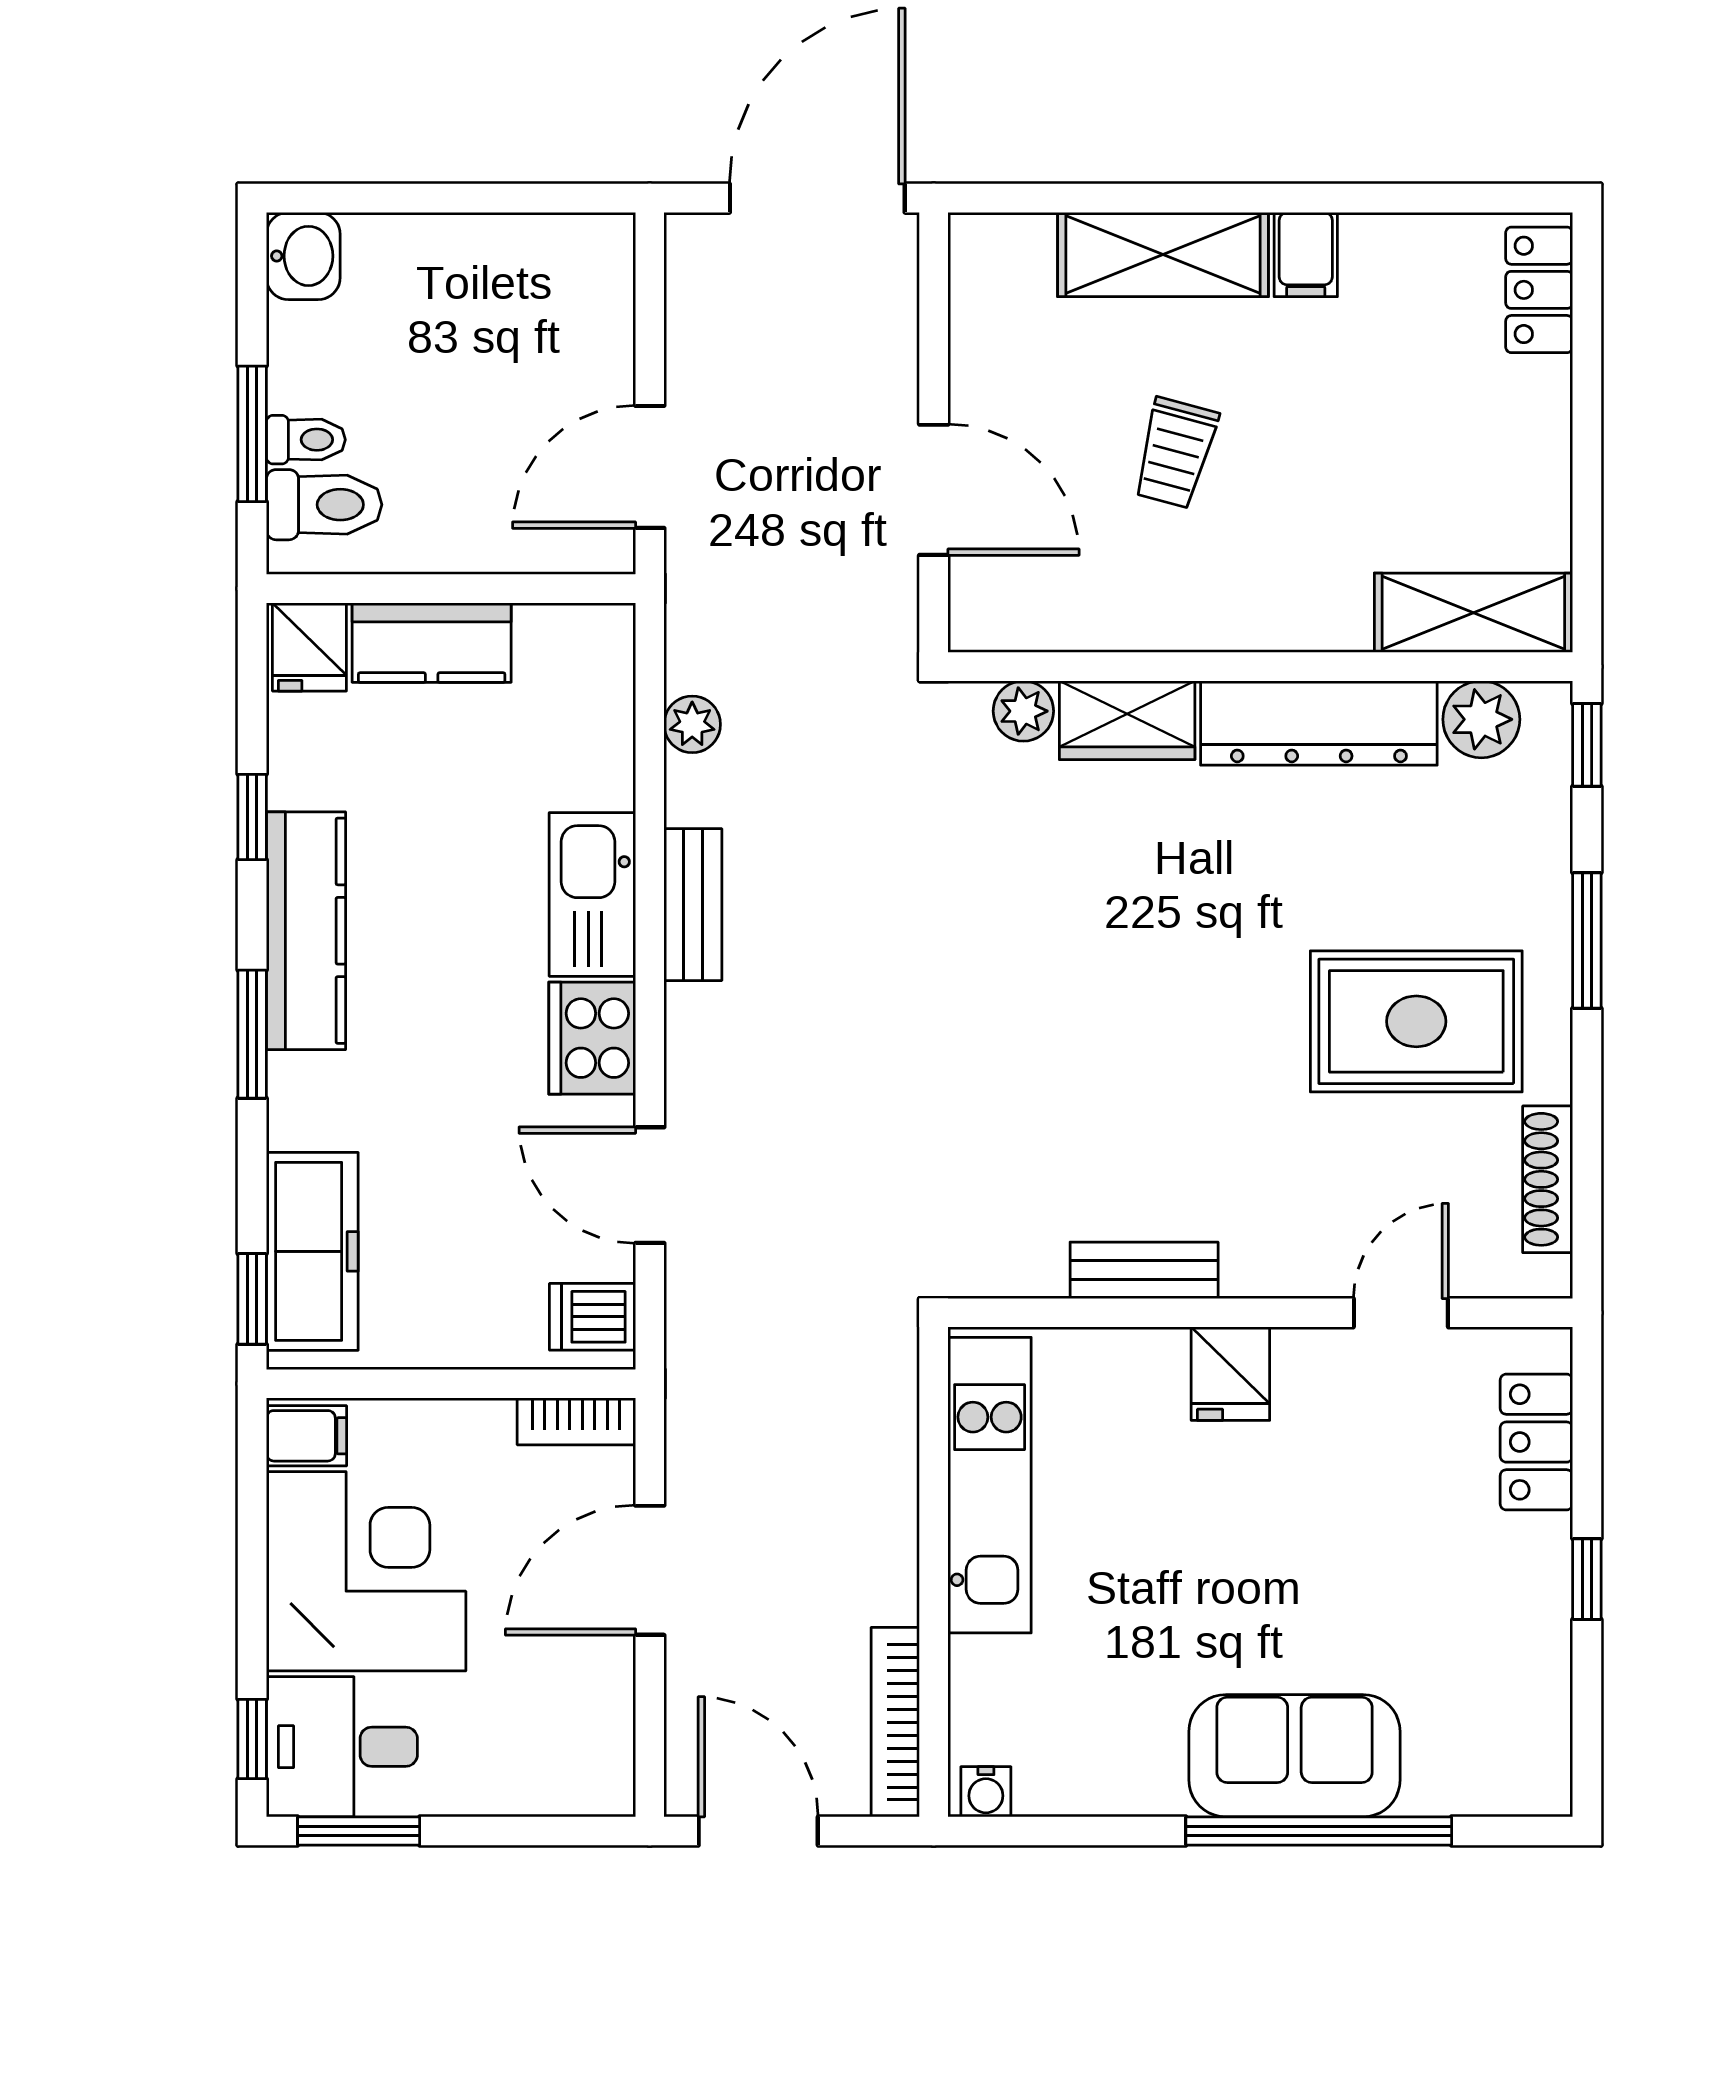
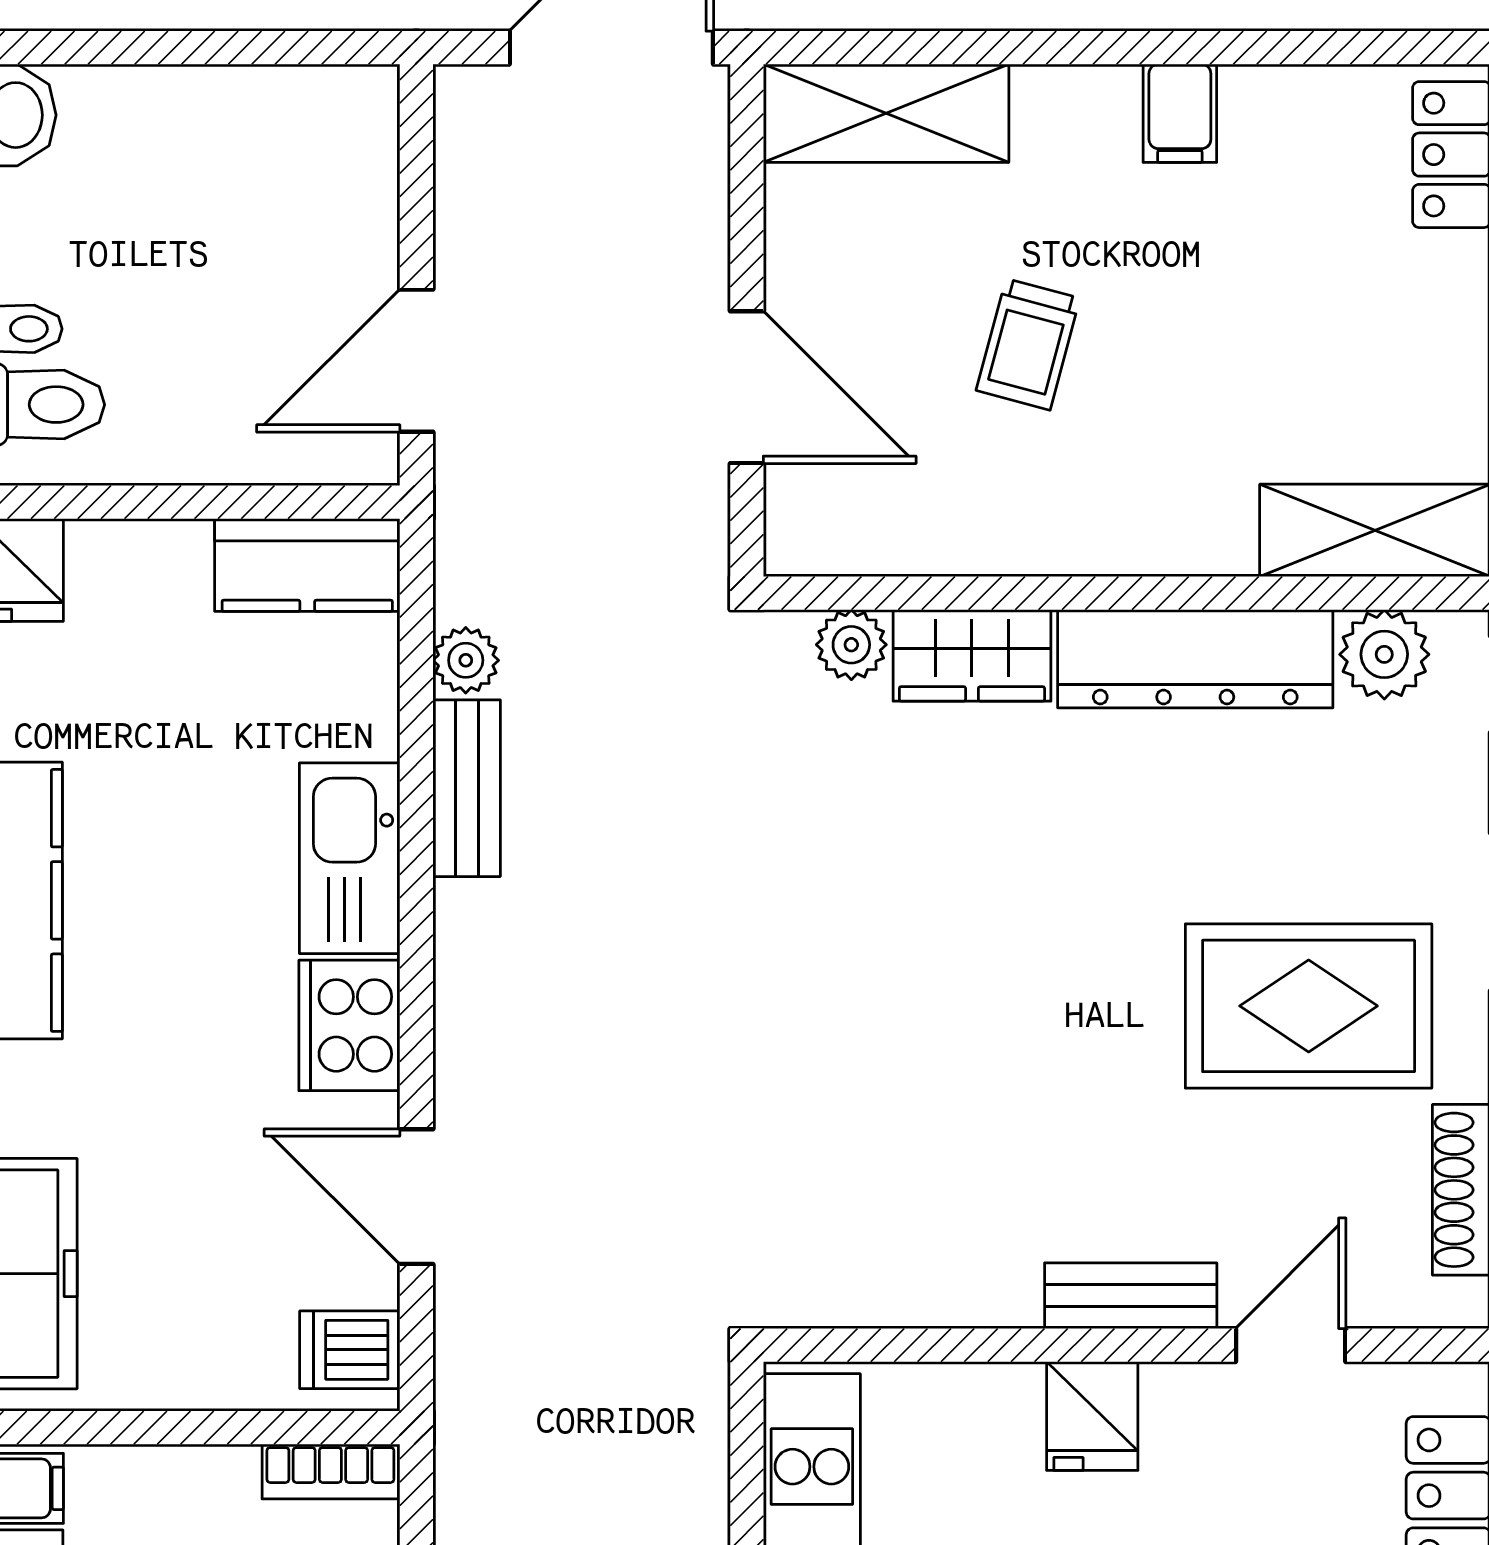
shelving: (1163, 254) -> (886, 113), moved
kitchen counter: (432, 643) -> (307, 565), moved
bench: (693, 905) -> (467, 788), moved
bench: (1144, 1270) -> (1131, 1296), moved

